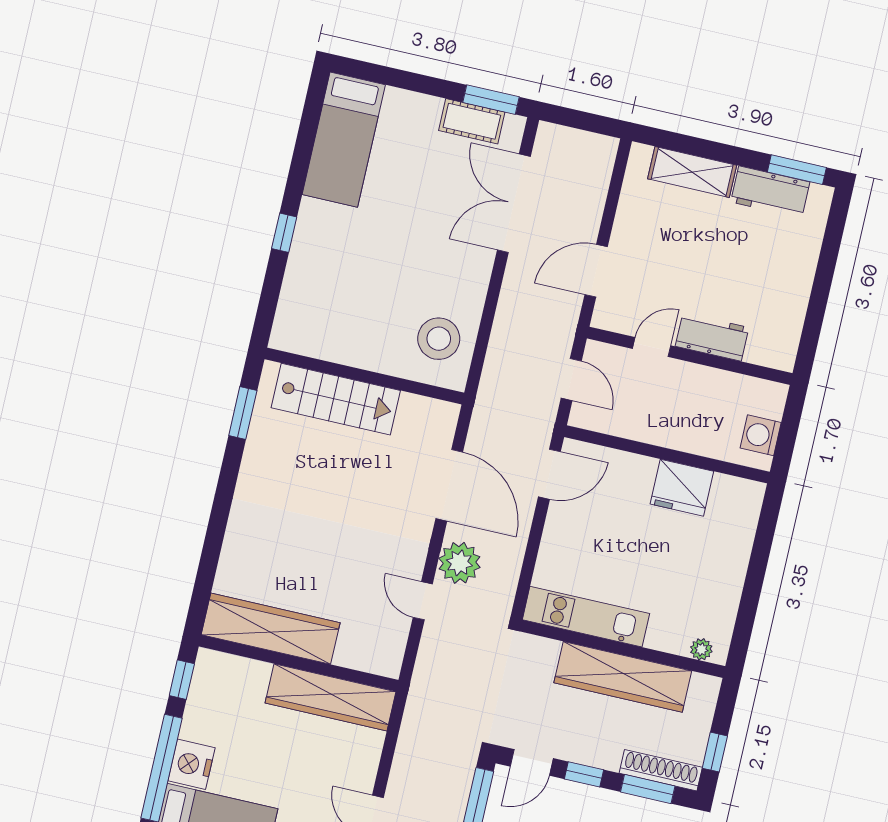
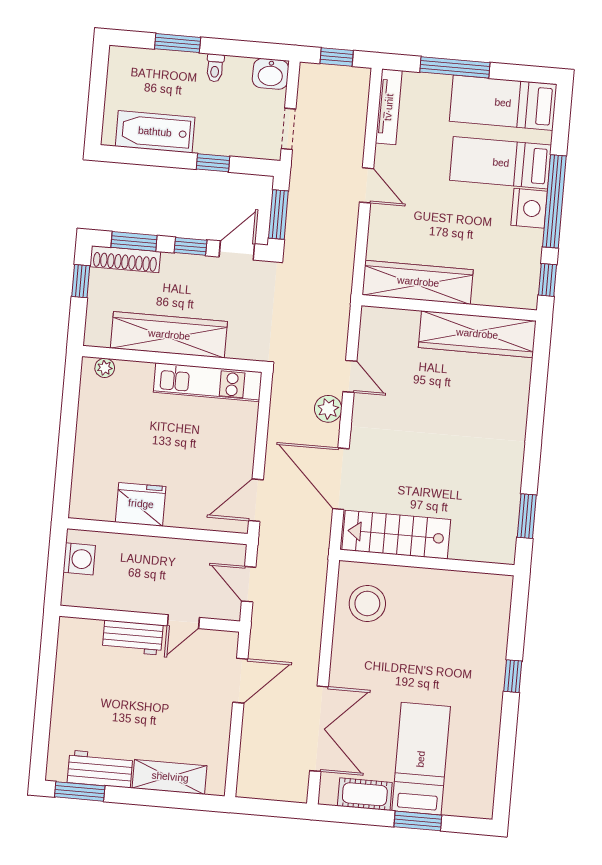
window: (491, 100) -> (418, 821), moved
bed: (344, 140) -> (421, 759), moved
stairs: (336, 399) -> (396, 535), moved
plant: (459, 563) -> (328, 409), width x0.73, depth x0.73

